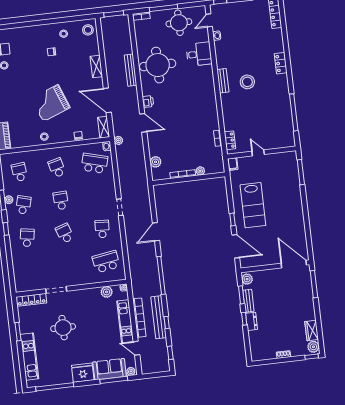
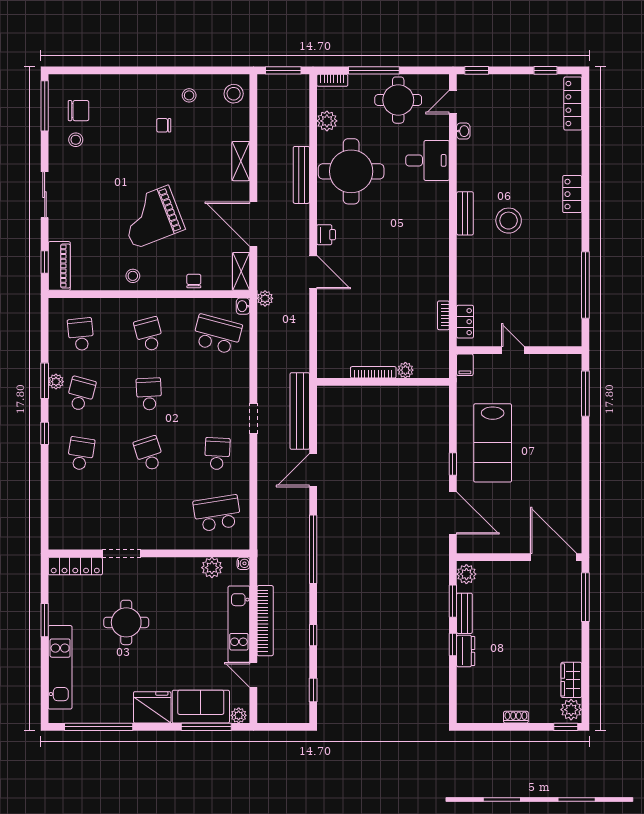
plant: (156, 162) -> (327, 121), moved
bench: (159, 317) -> (300, 411), moved

